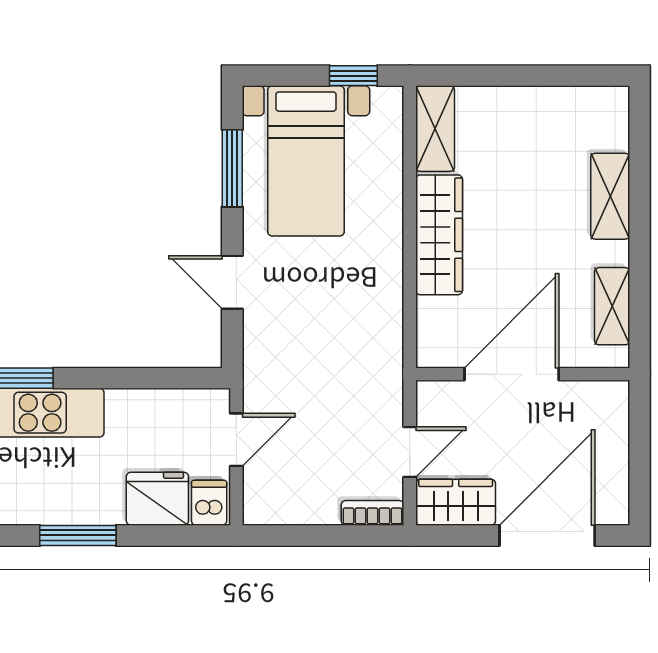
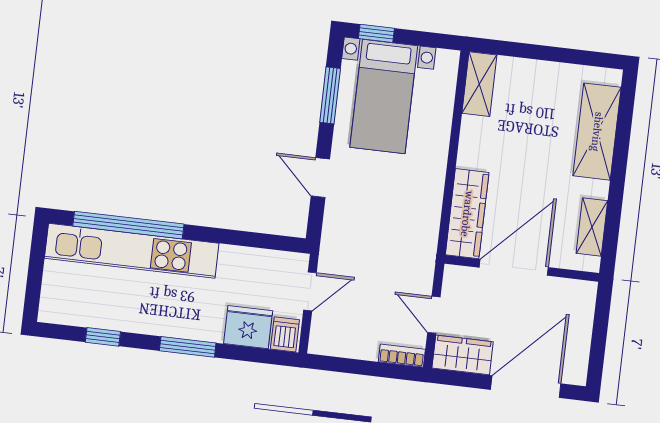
window: (353, 76) -> (376, 33), moved
shelving: (610, 196) -> (597, 132), width x1.50, depth x1.33
wardrobe: (439, 235) -> (467, 214), moved
door: (410, 452) -> (434, 315), swing flipped

